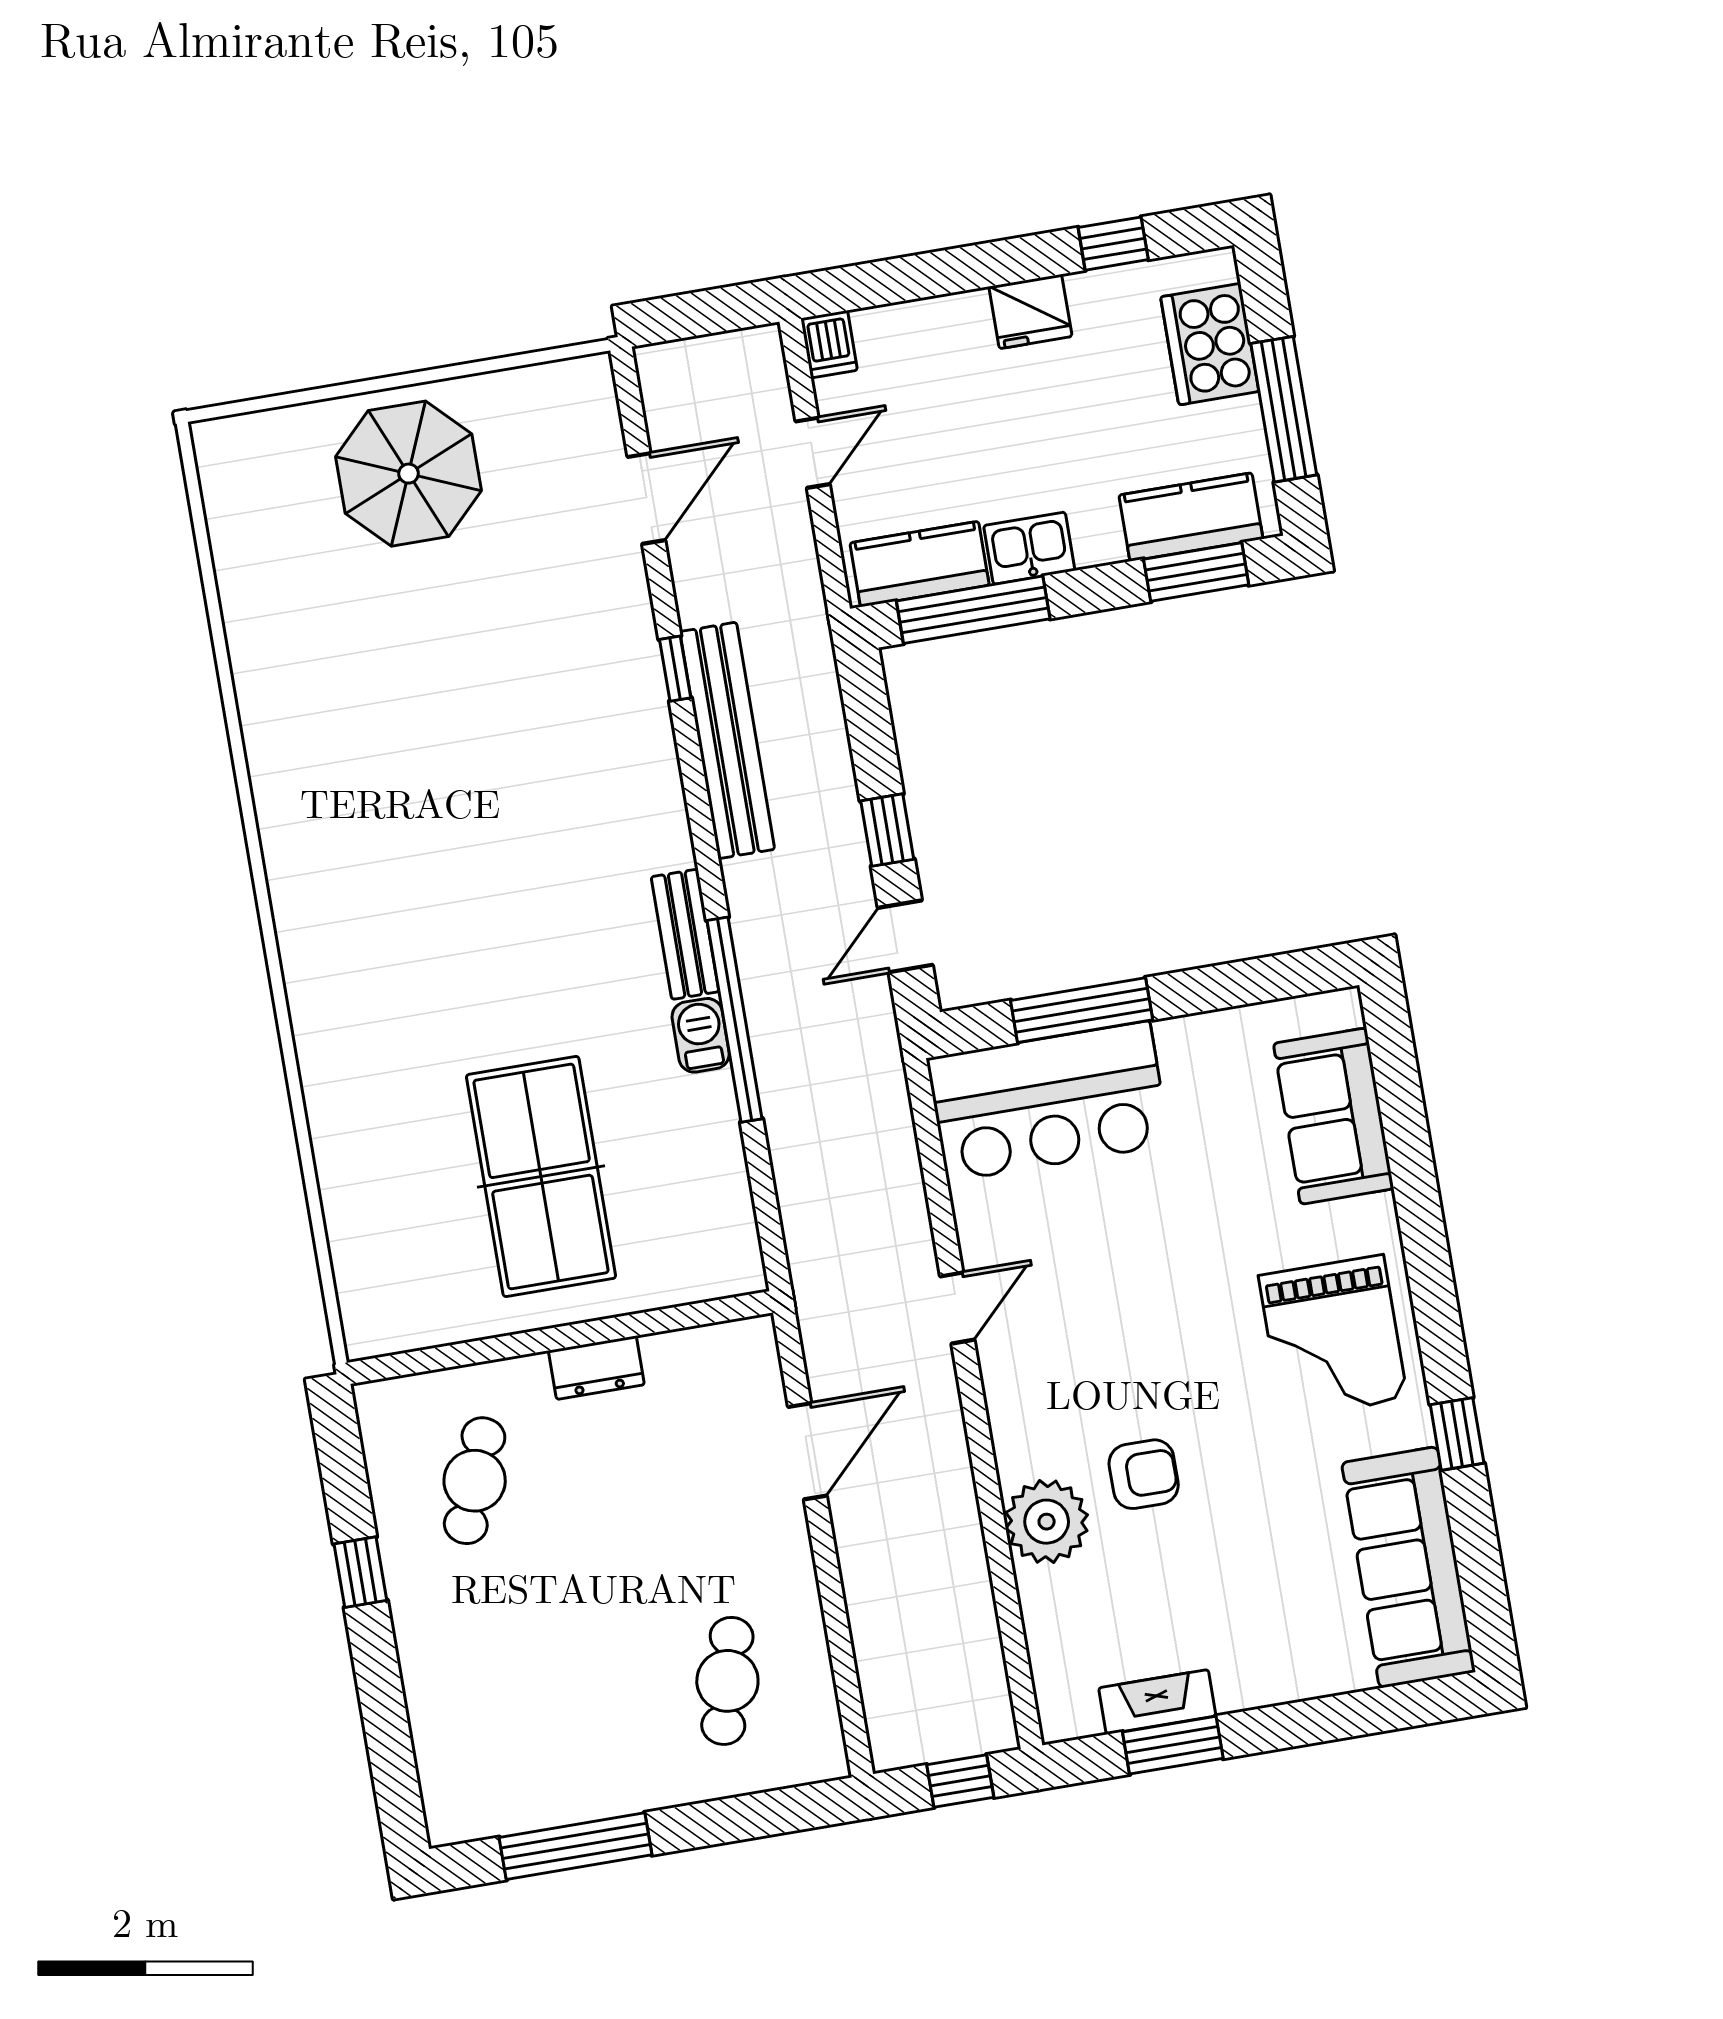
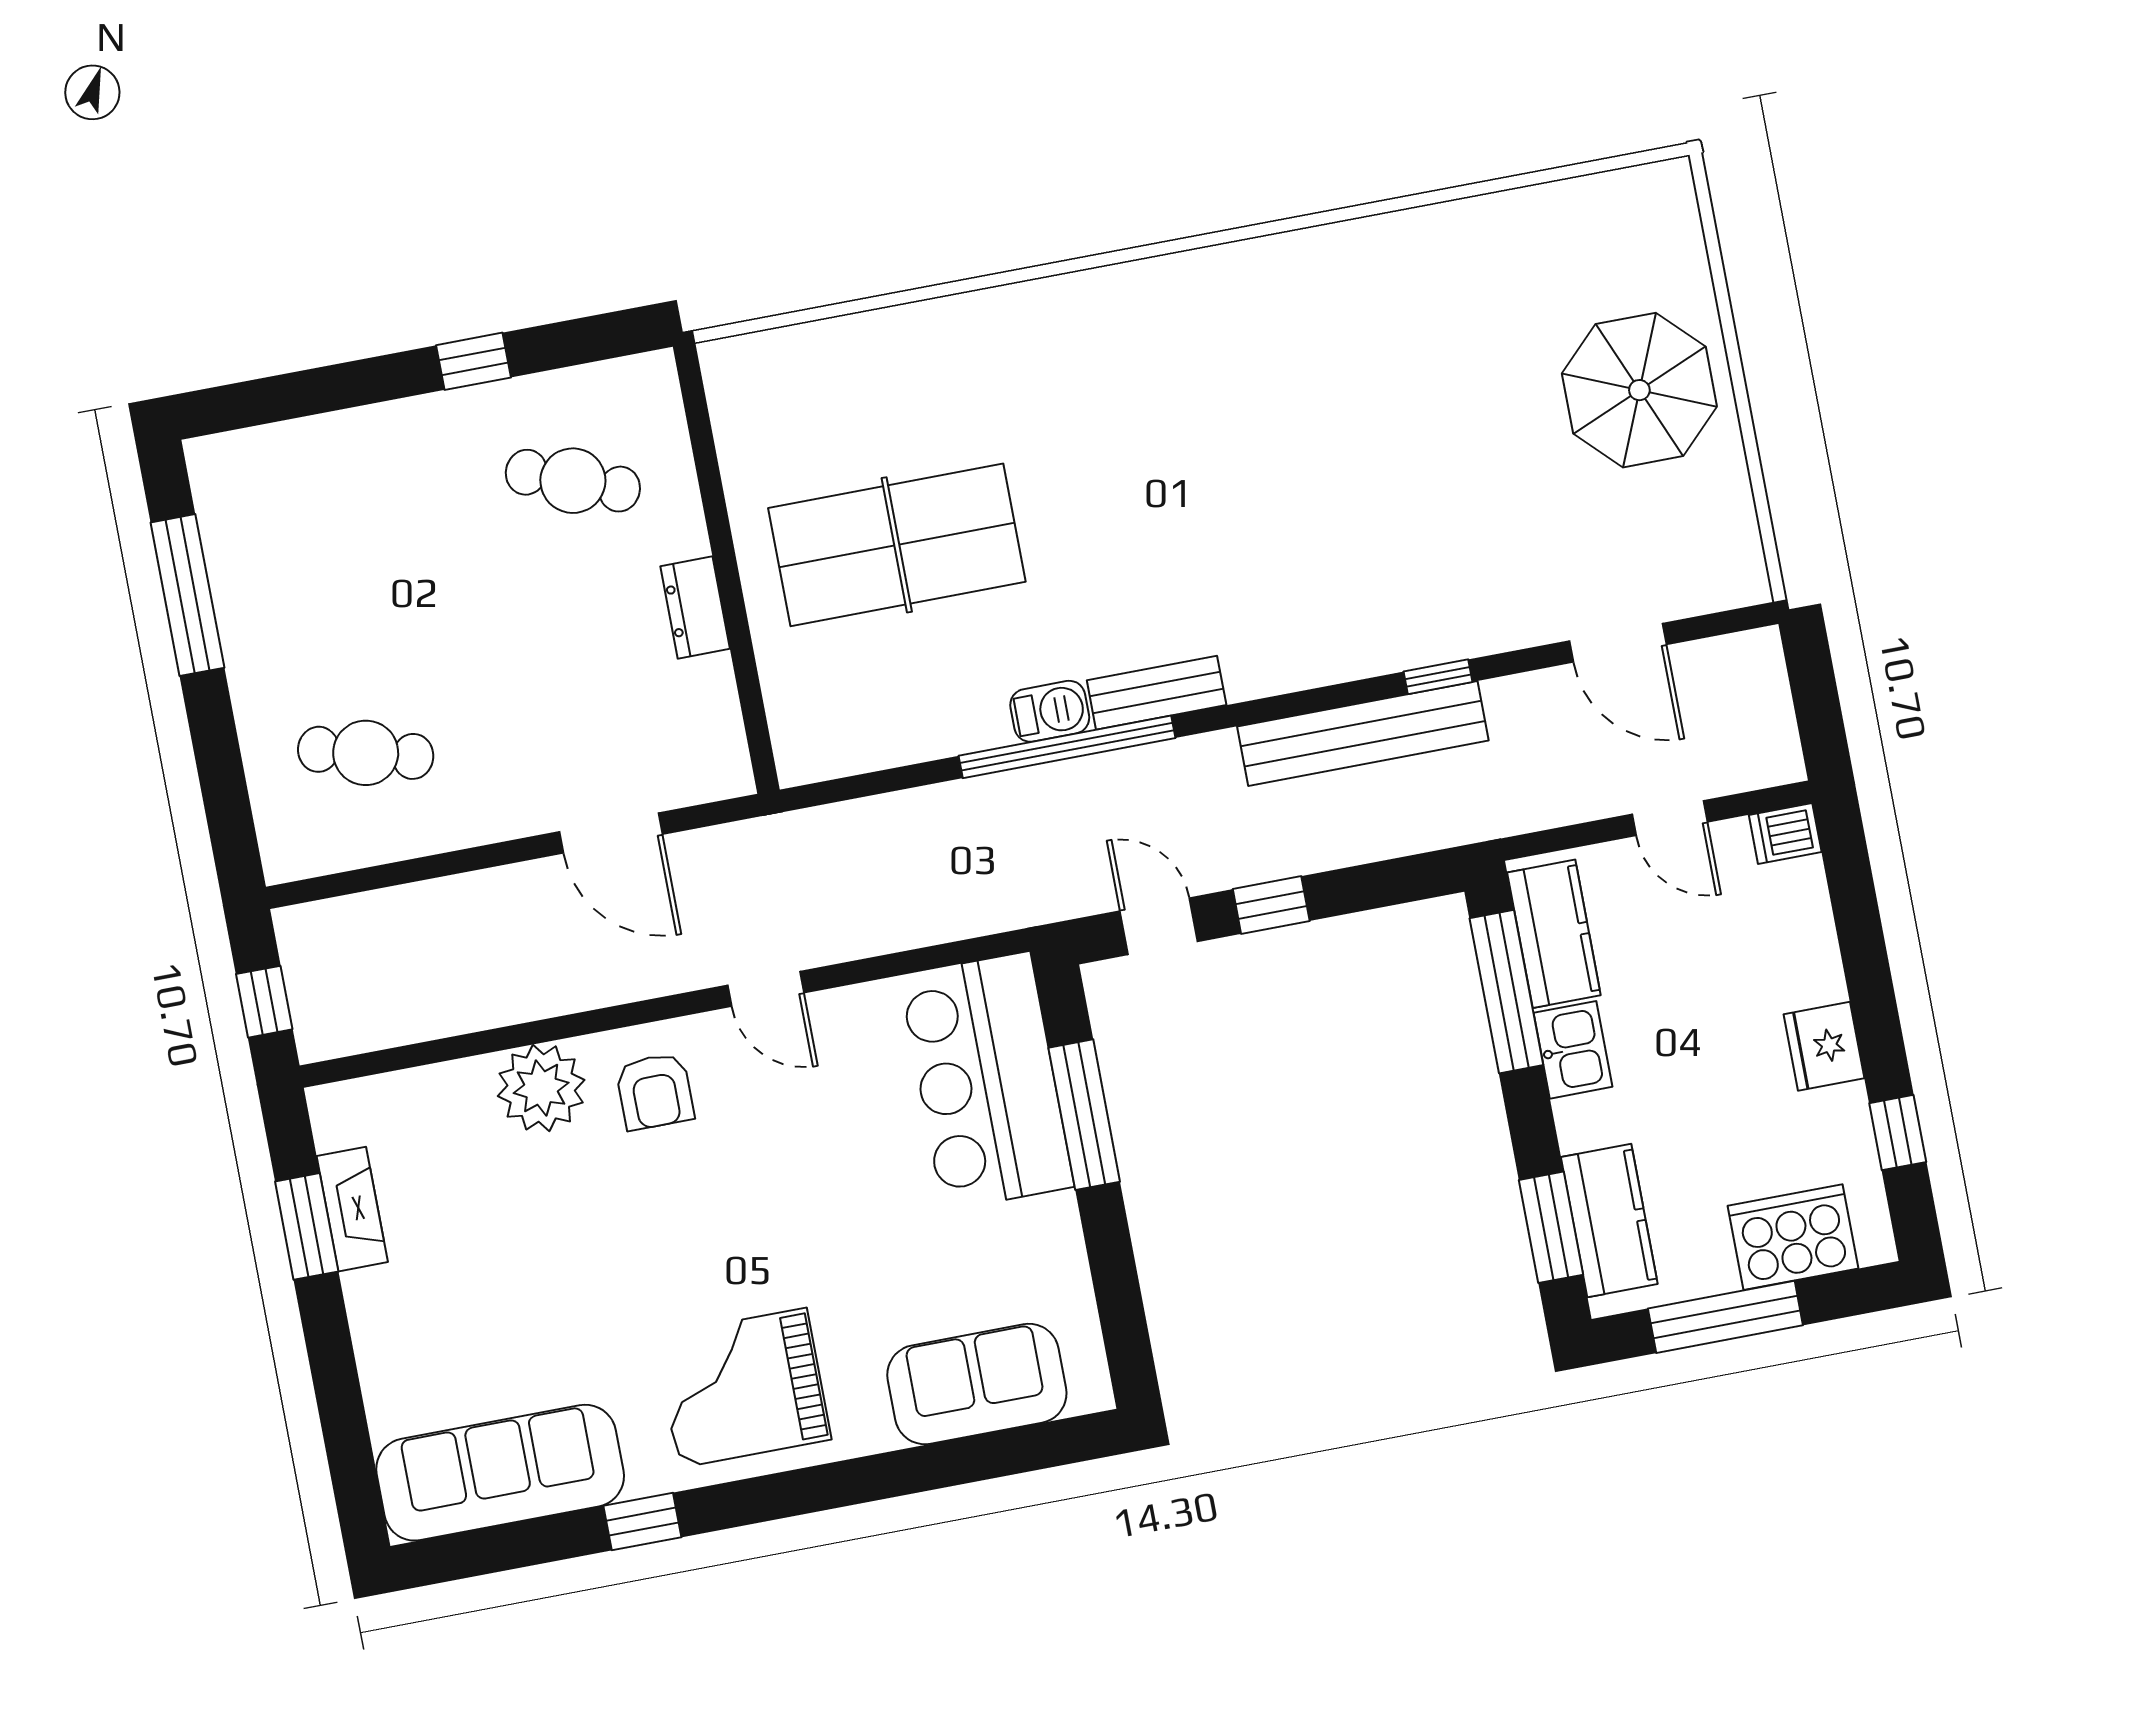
armchair: (1144, 1474) -> (655, 1091), moved

